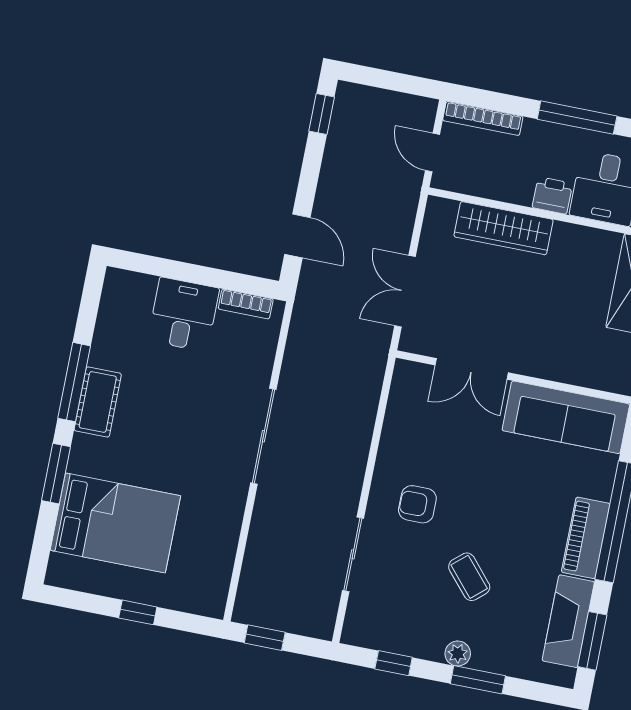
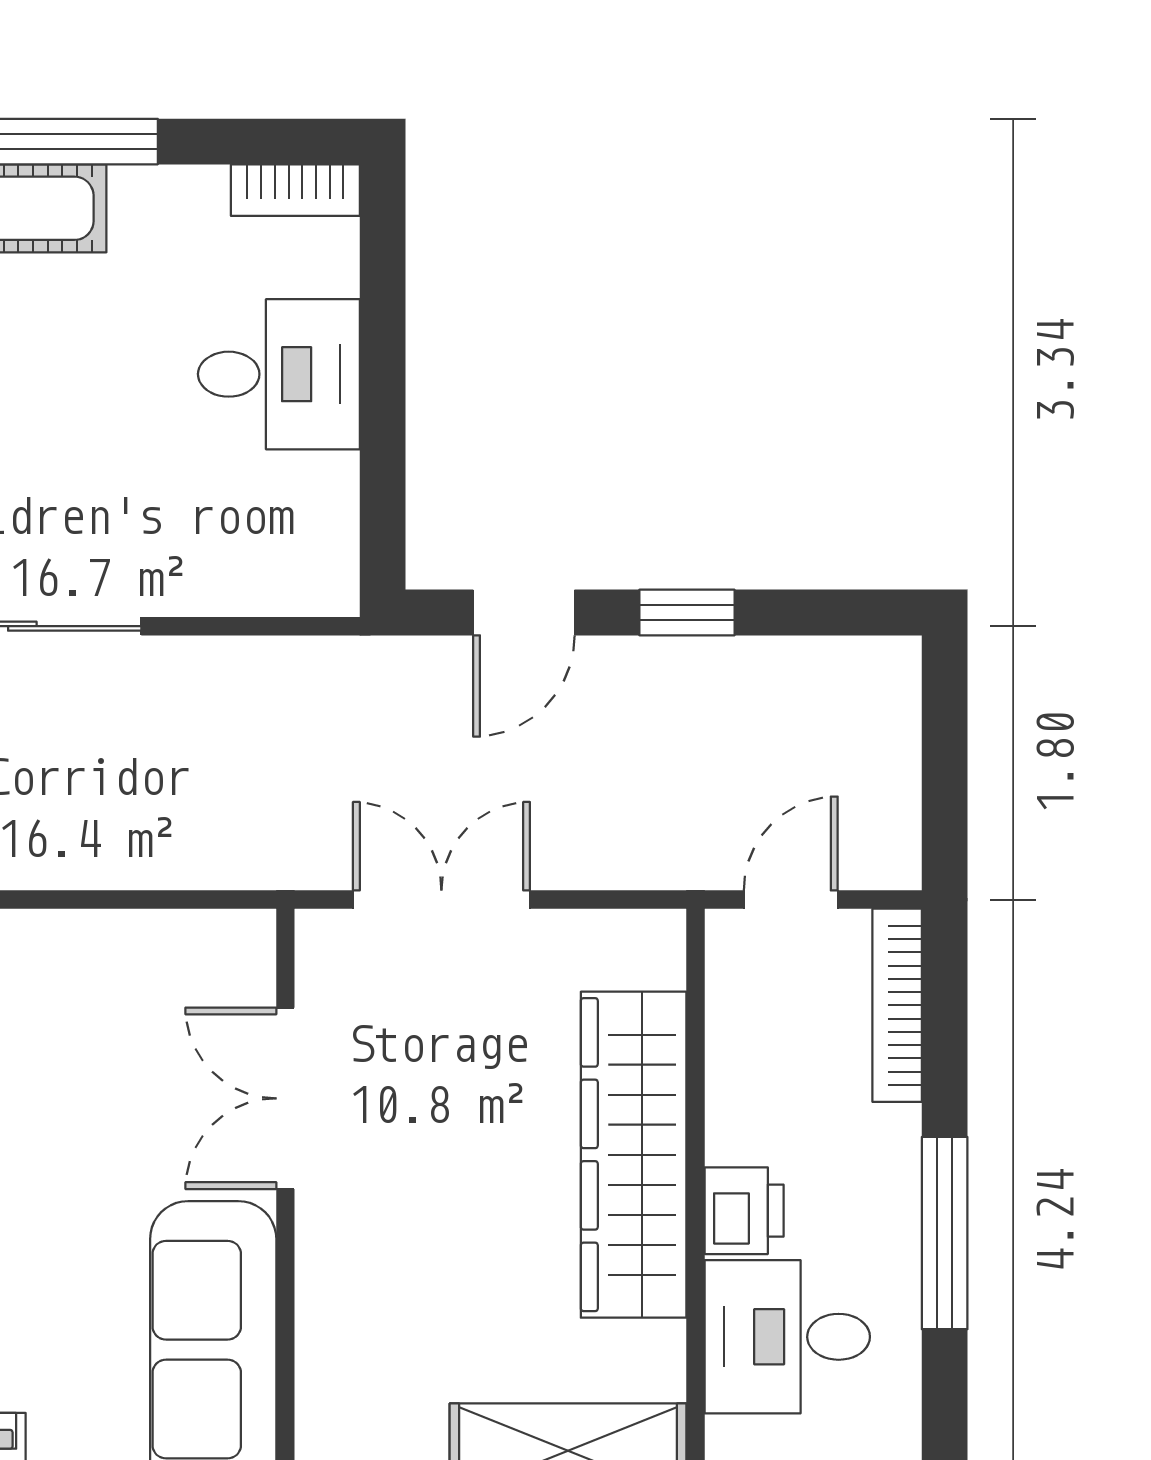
window: (322, 114) -> (687, 612), moved
wardrobe: (504, 228) -> (634, 1155), width x1.40, depth x1.17
bookcase: (246, 304) -> (295, 190), moved, turned -90

